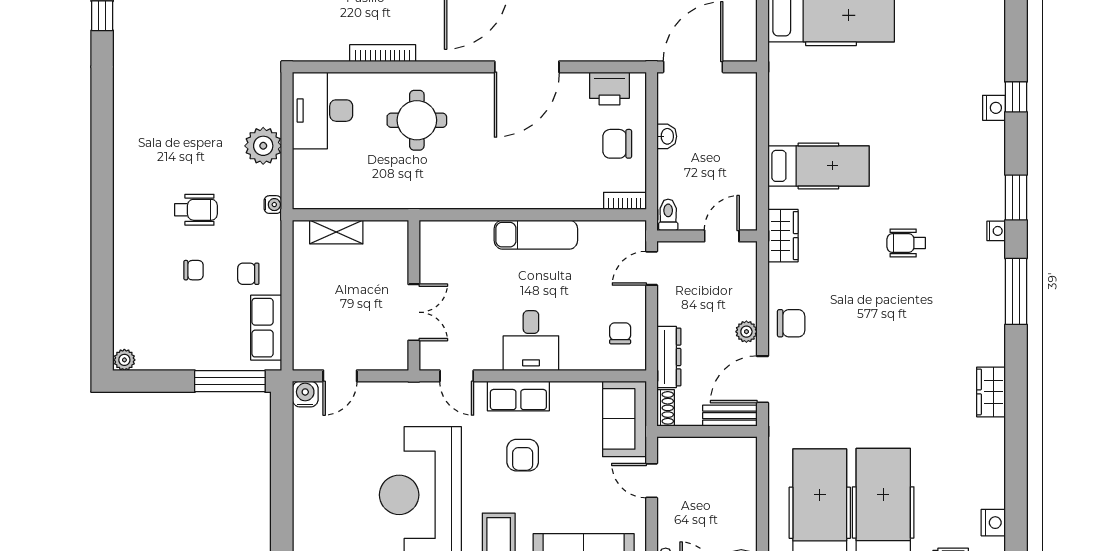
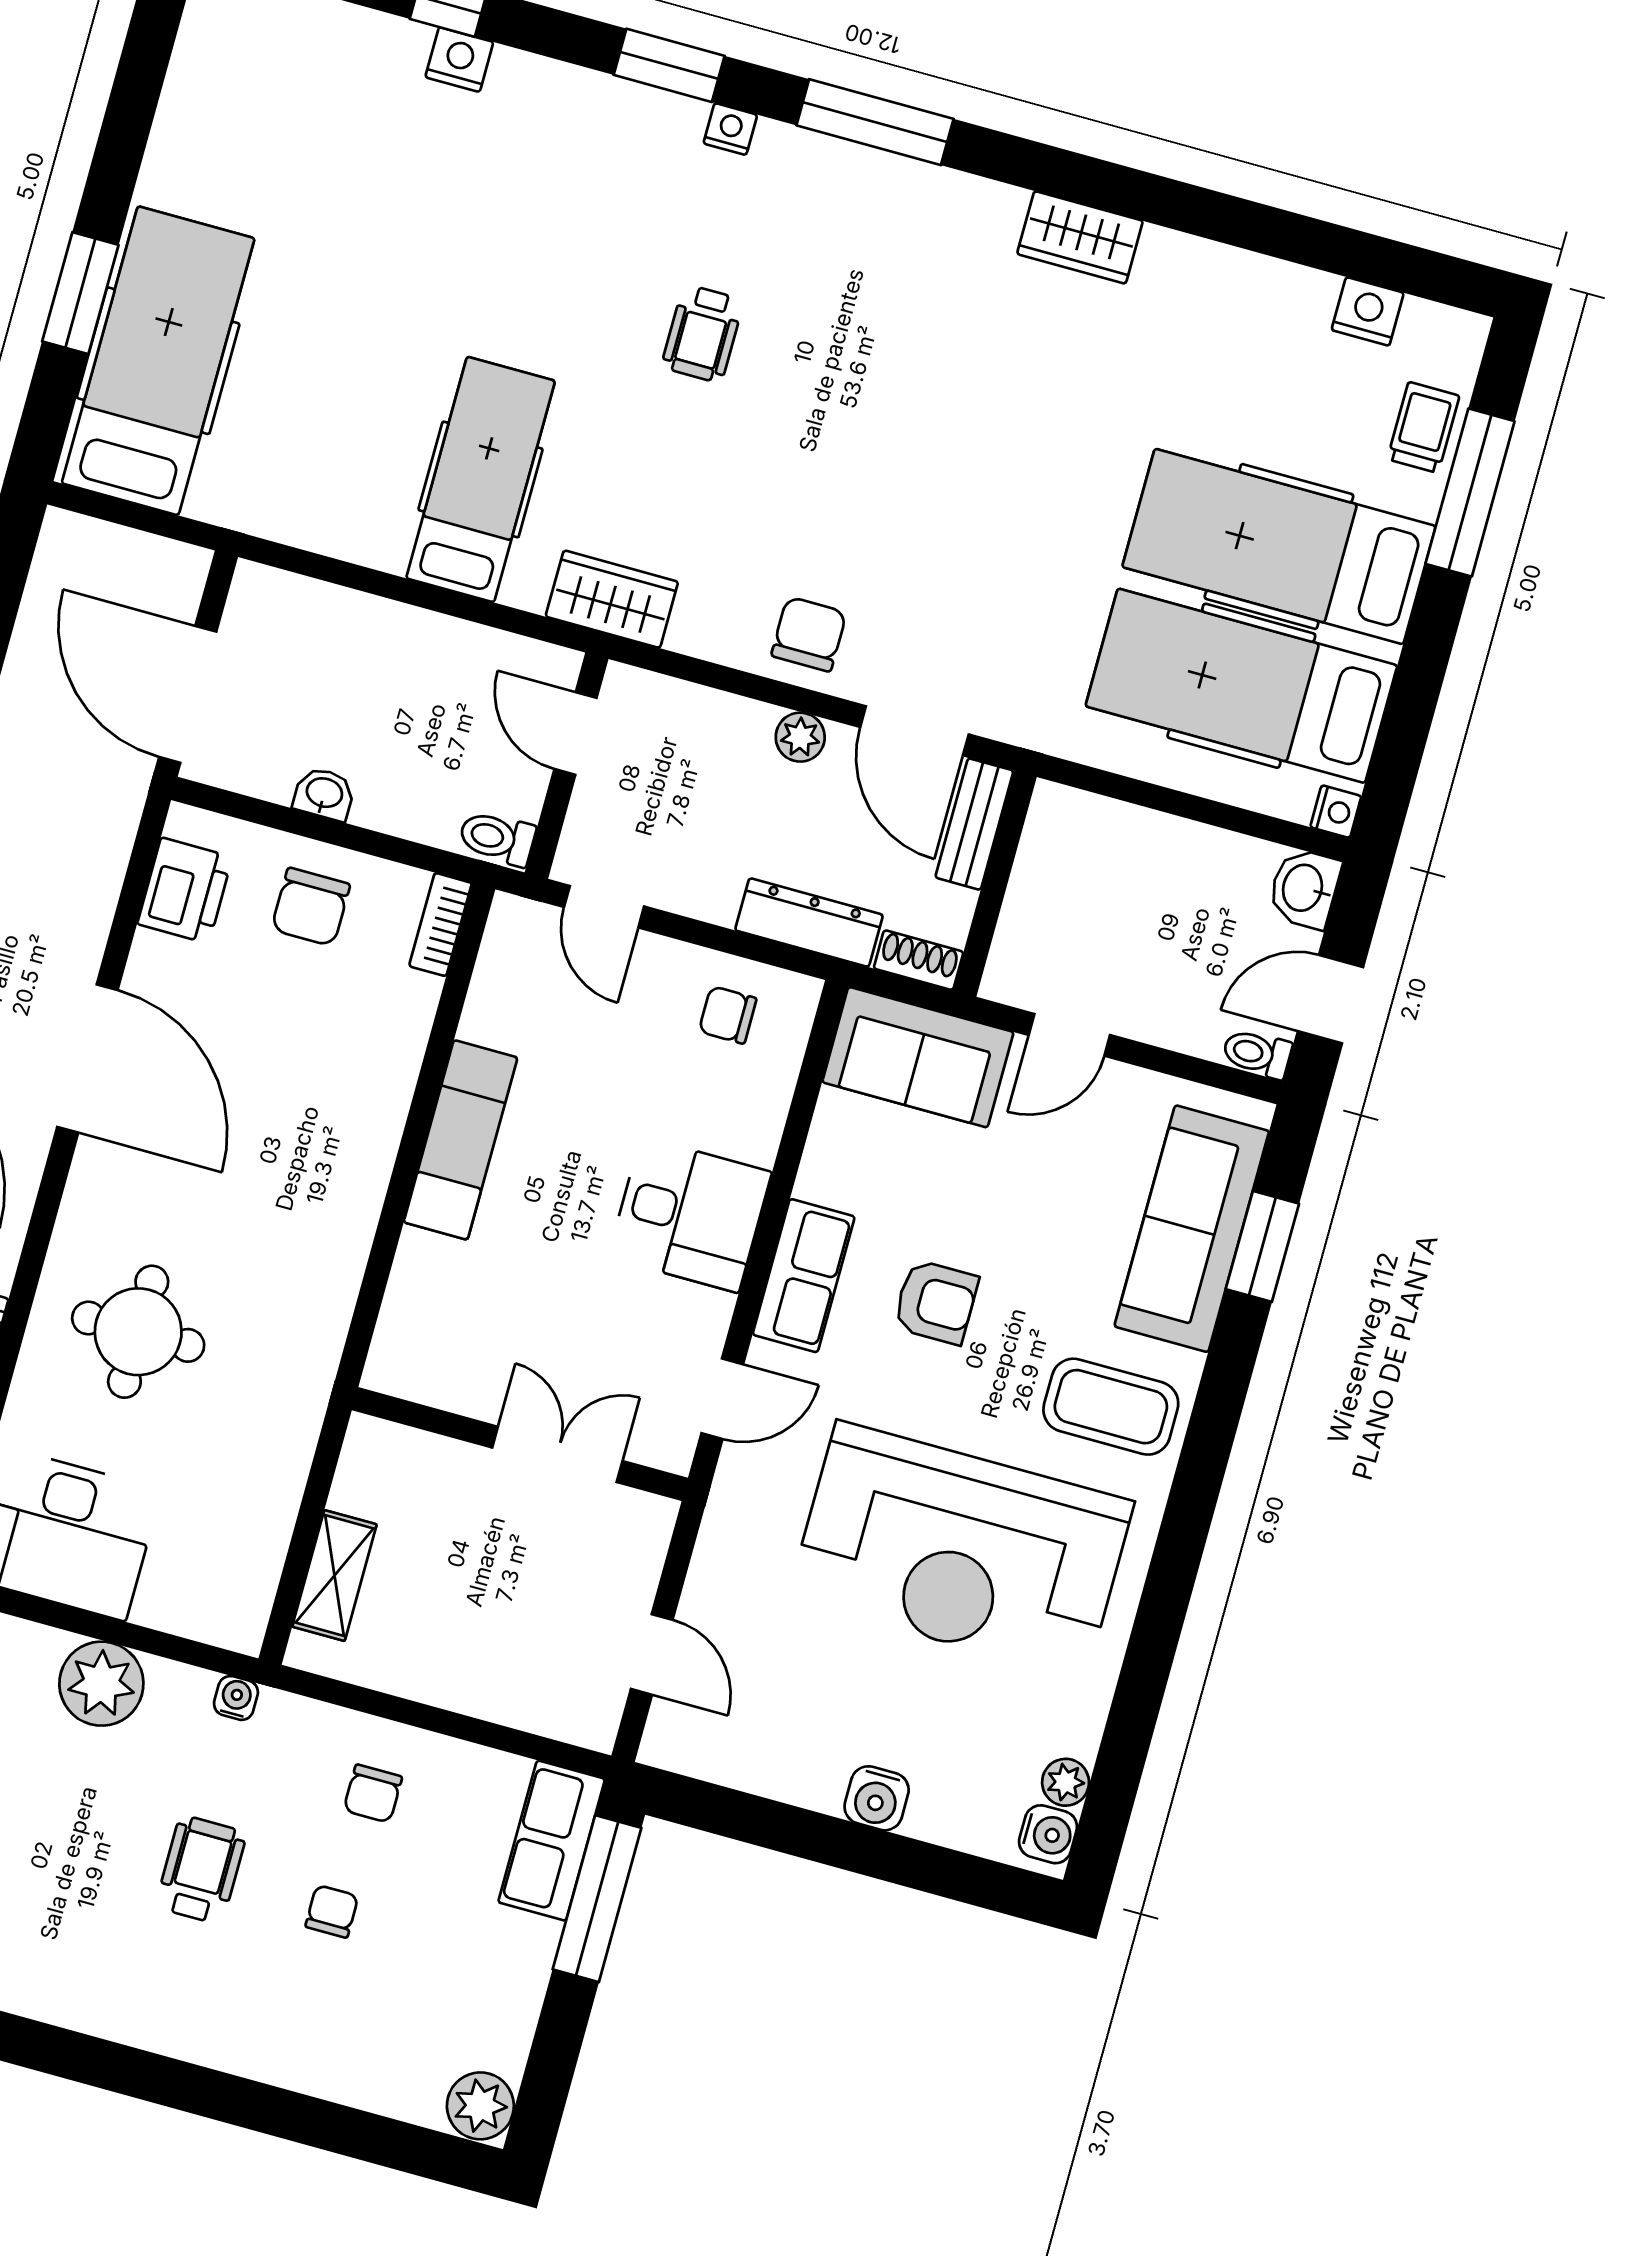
row of seats: (266, 328) -> (552, 1841), moved, turned 90
plant: (124, 360) -> (480, 2106), width x1.38, depth x1.38
water cooler: (305, 394) -> (877, 1798), moved, turned -90

